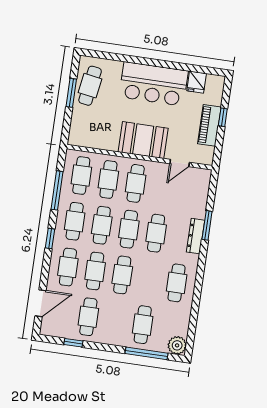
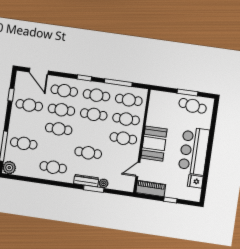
piano: (209, 125) -> (151, 189), moved
door: (180, 163) -> (138, 169), hinge flipped
plant: (199, 212) -> (103, 183), added
cafe table: (129, 229) -> (91, 134), removed

